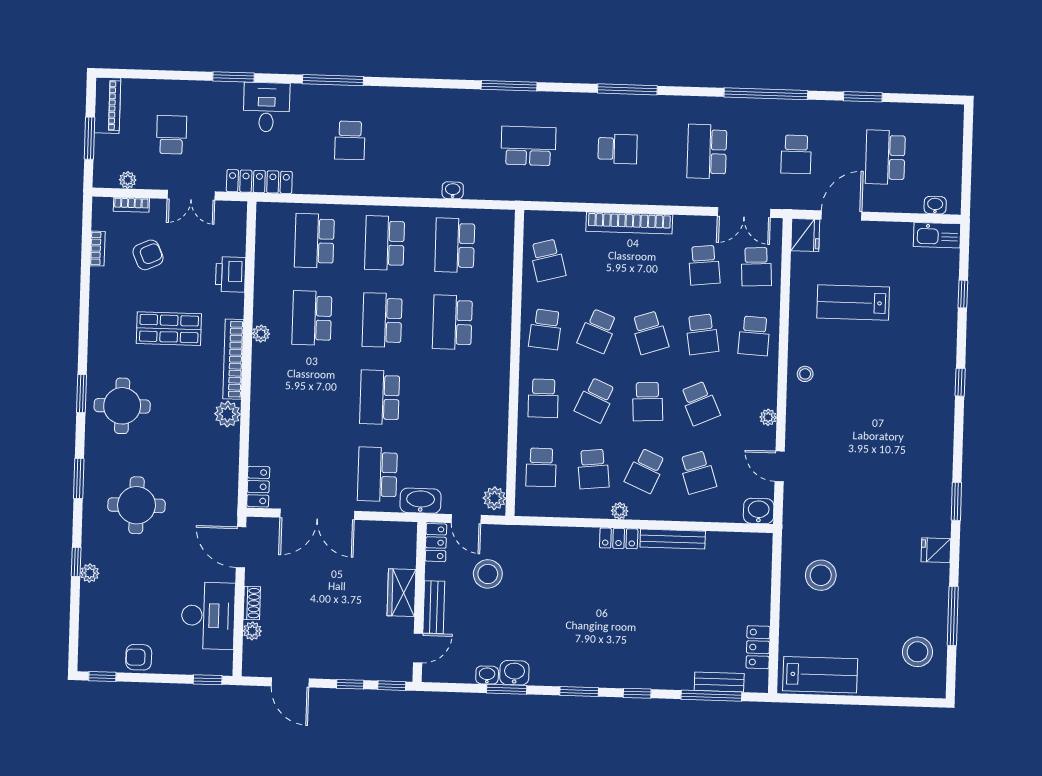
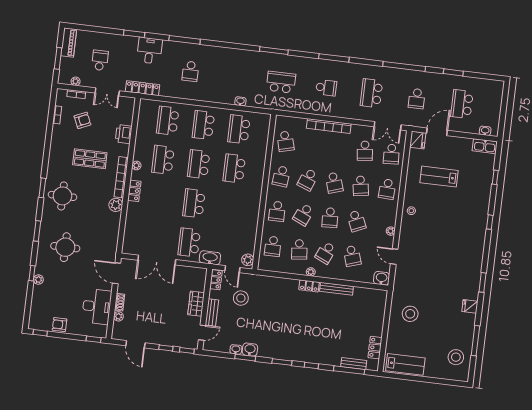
locker: (258, 487) -> (134, 191), moved

